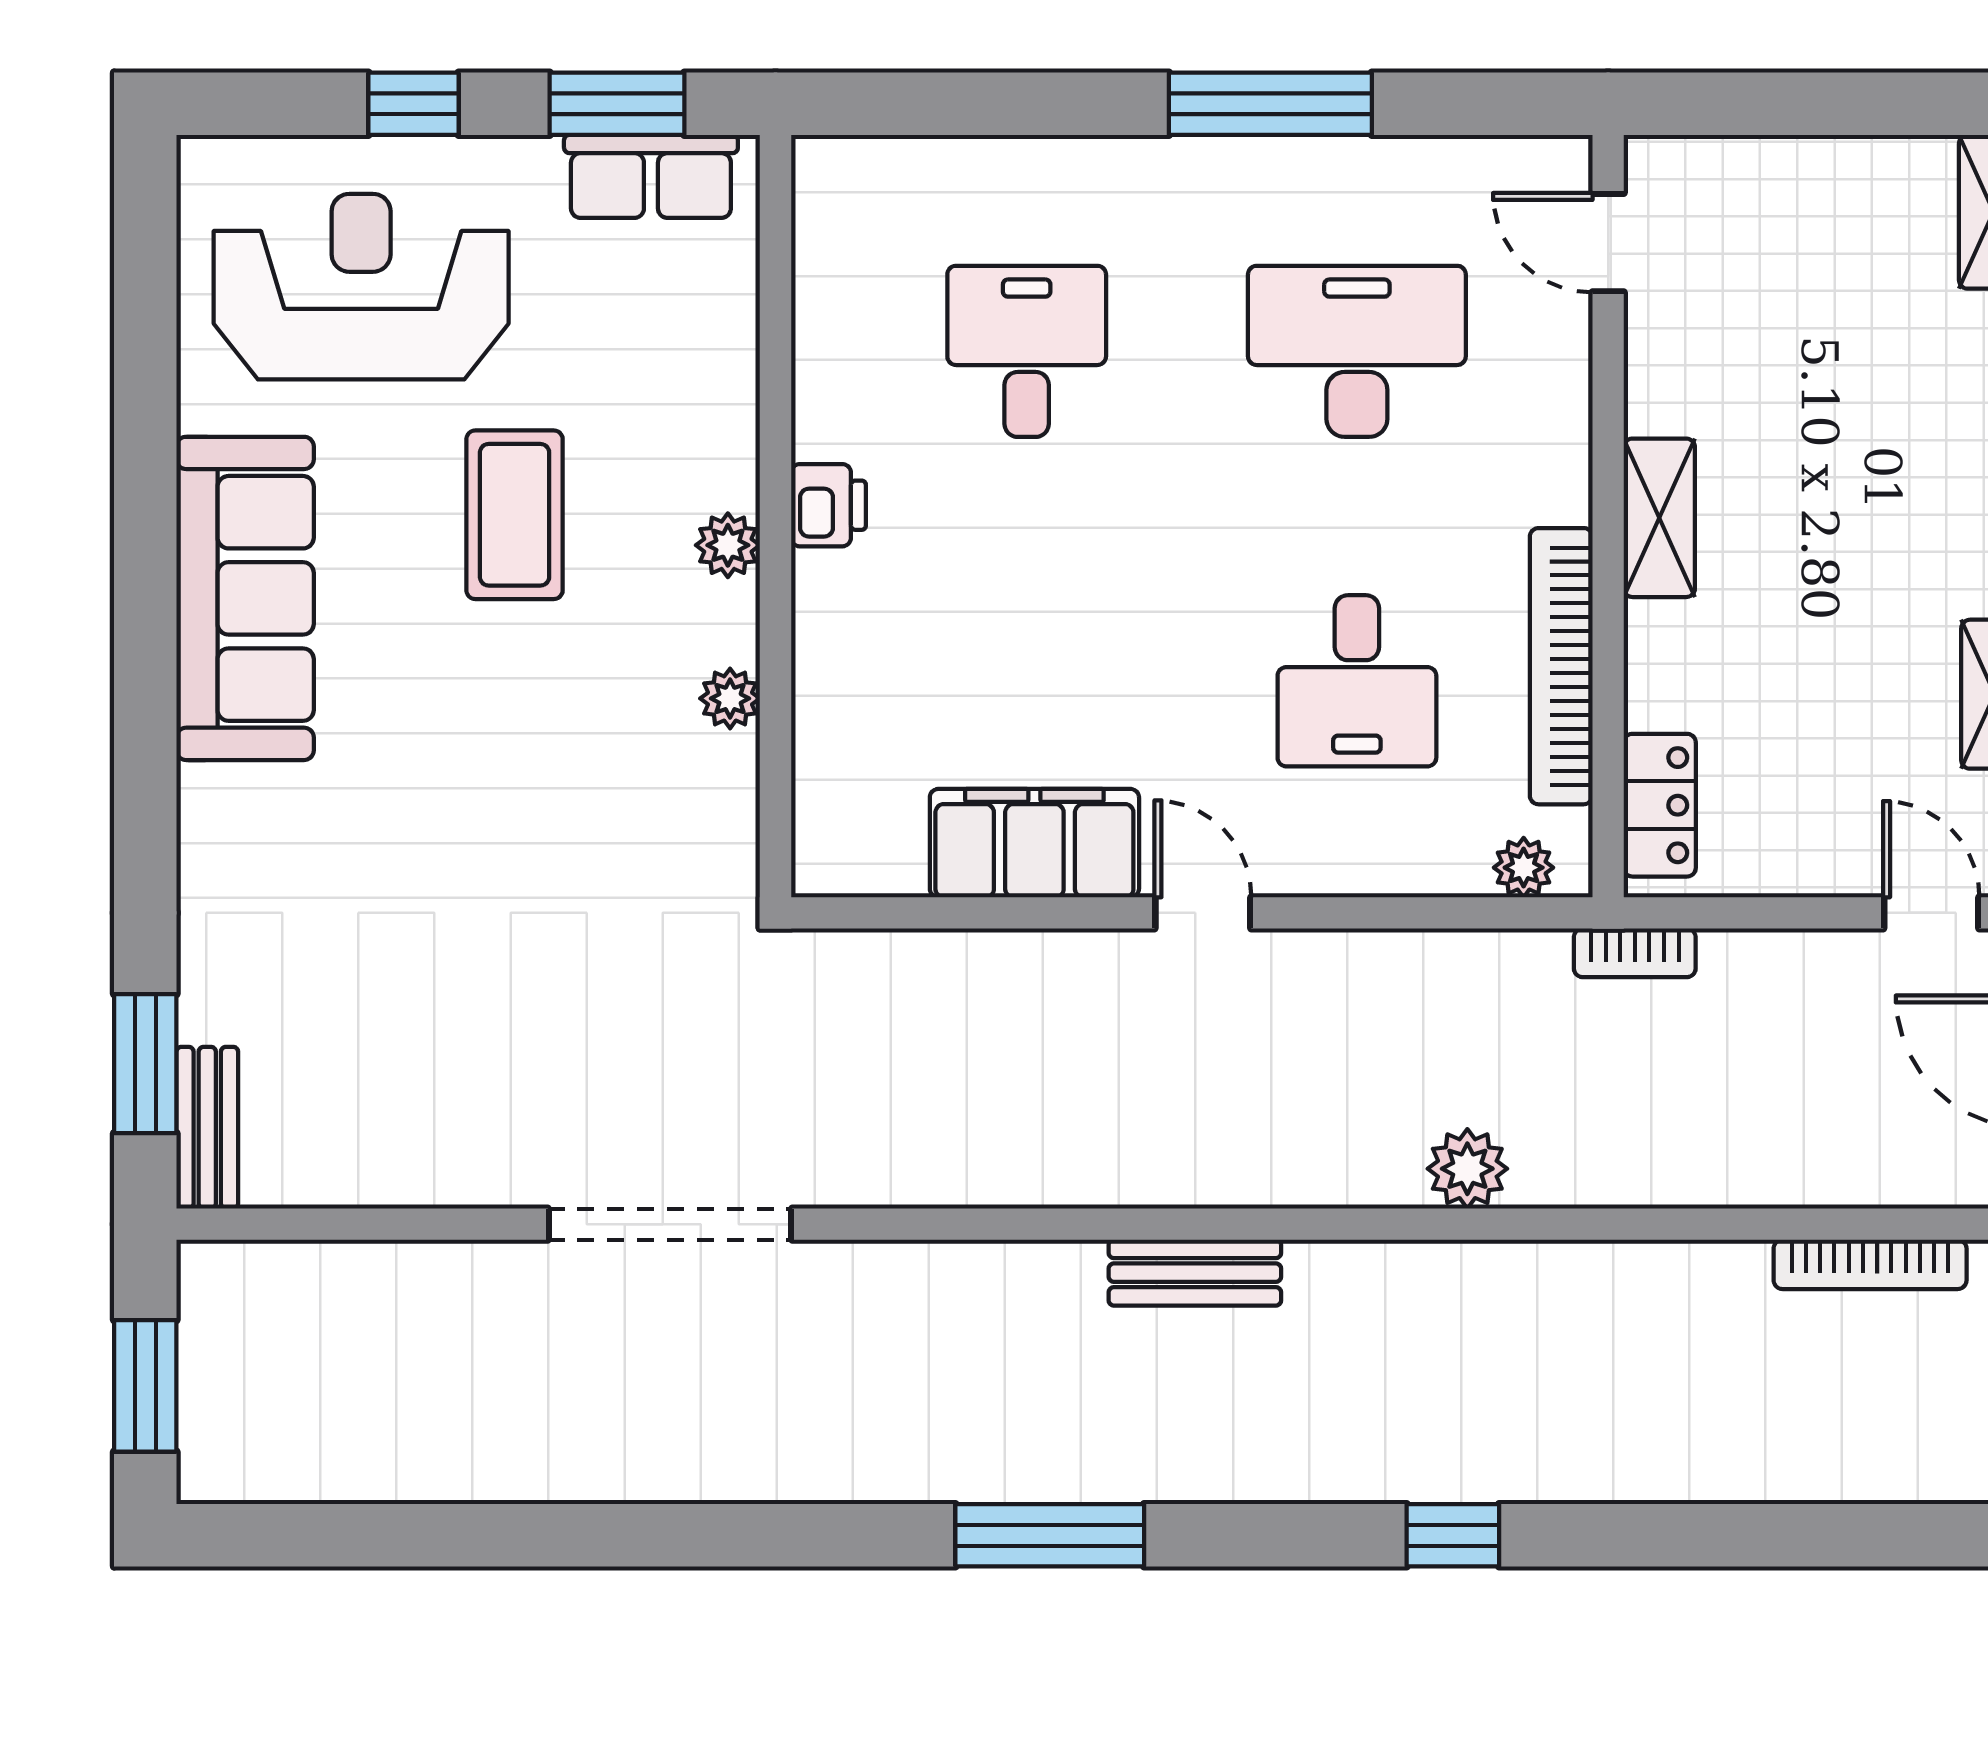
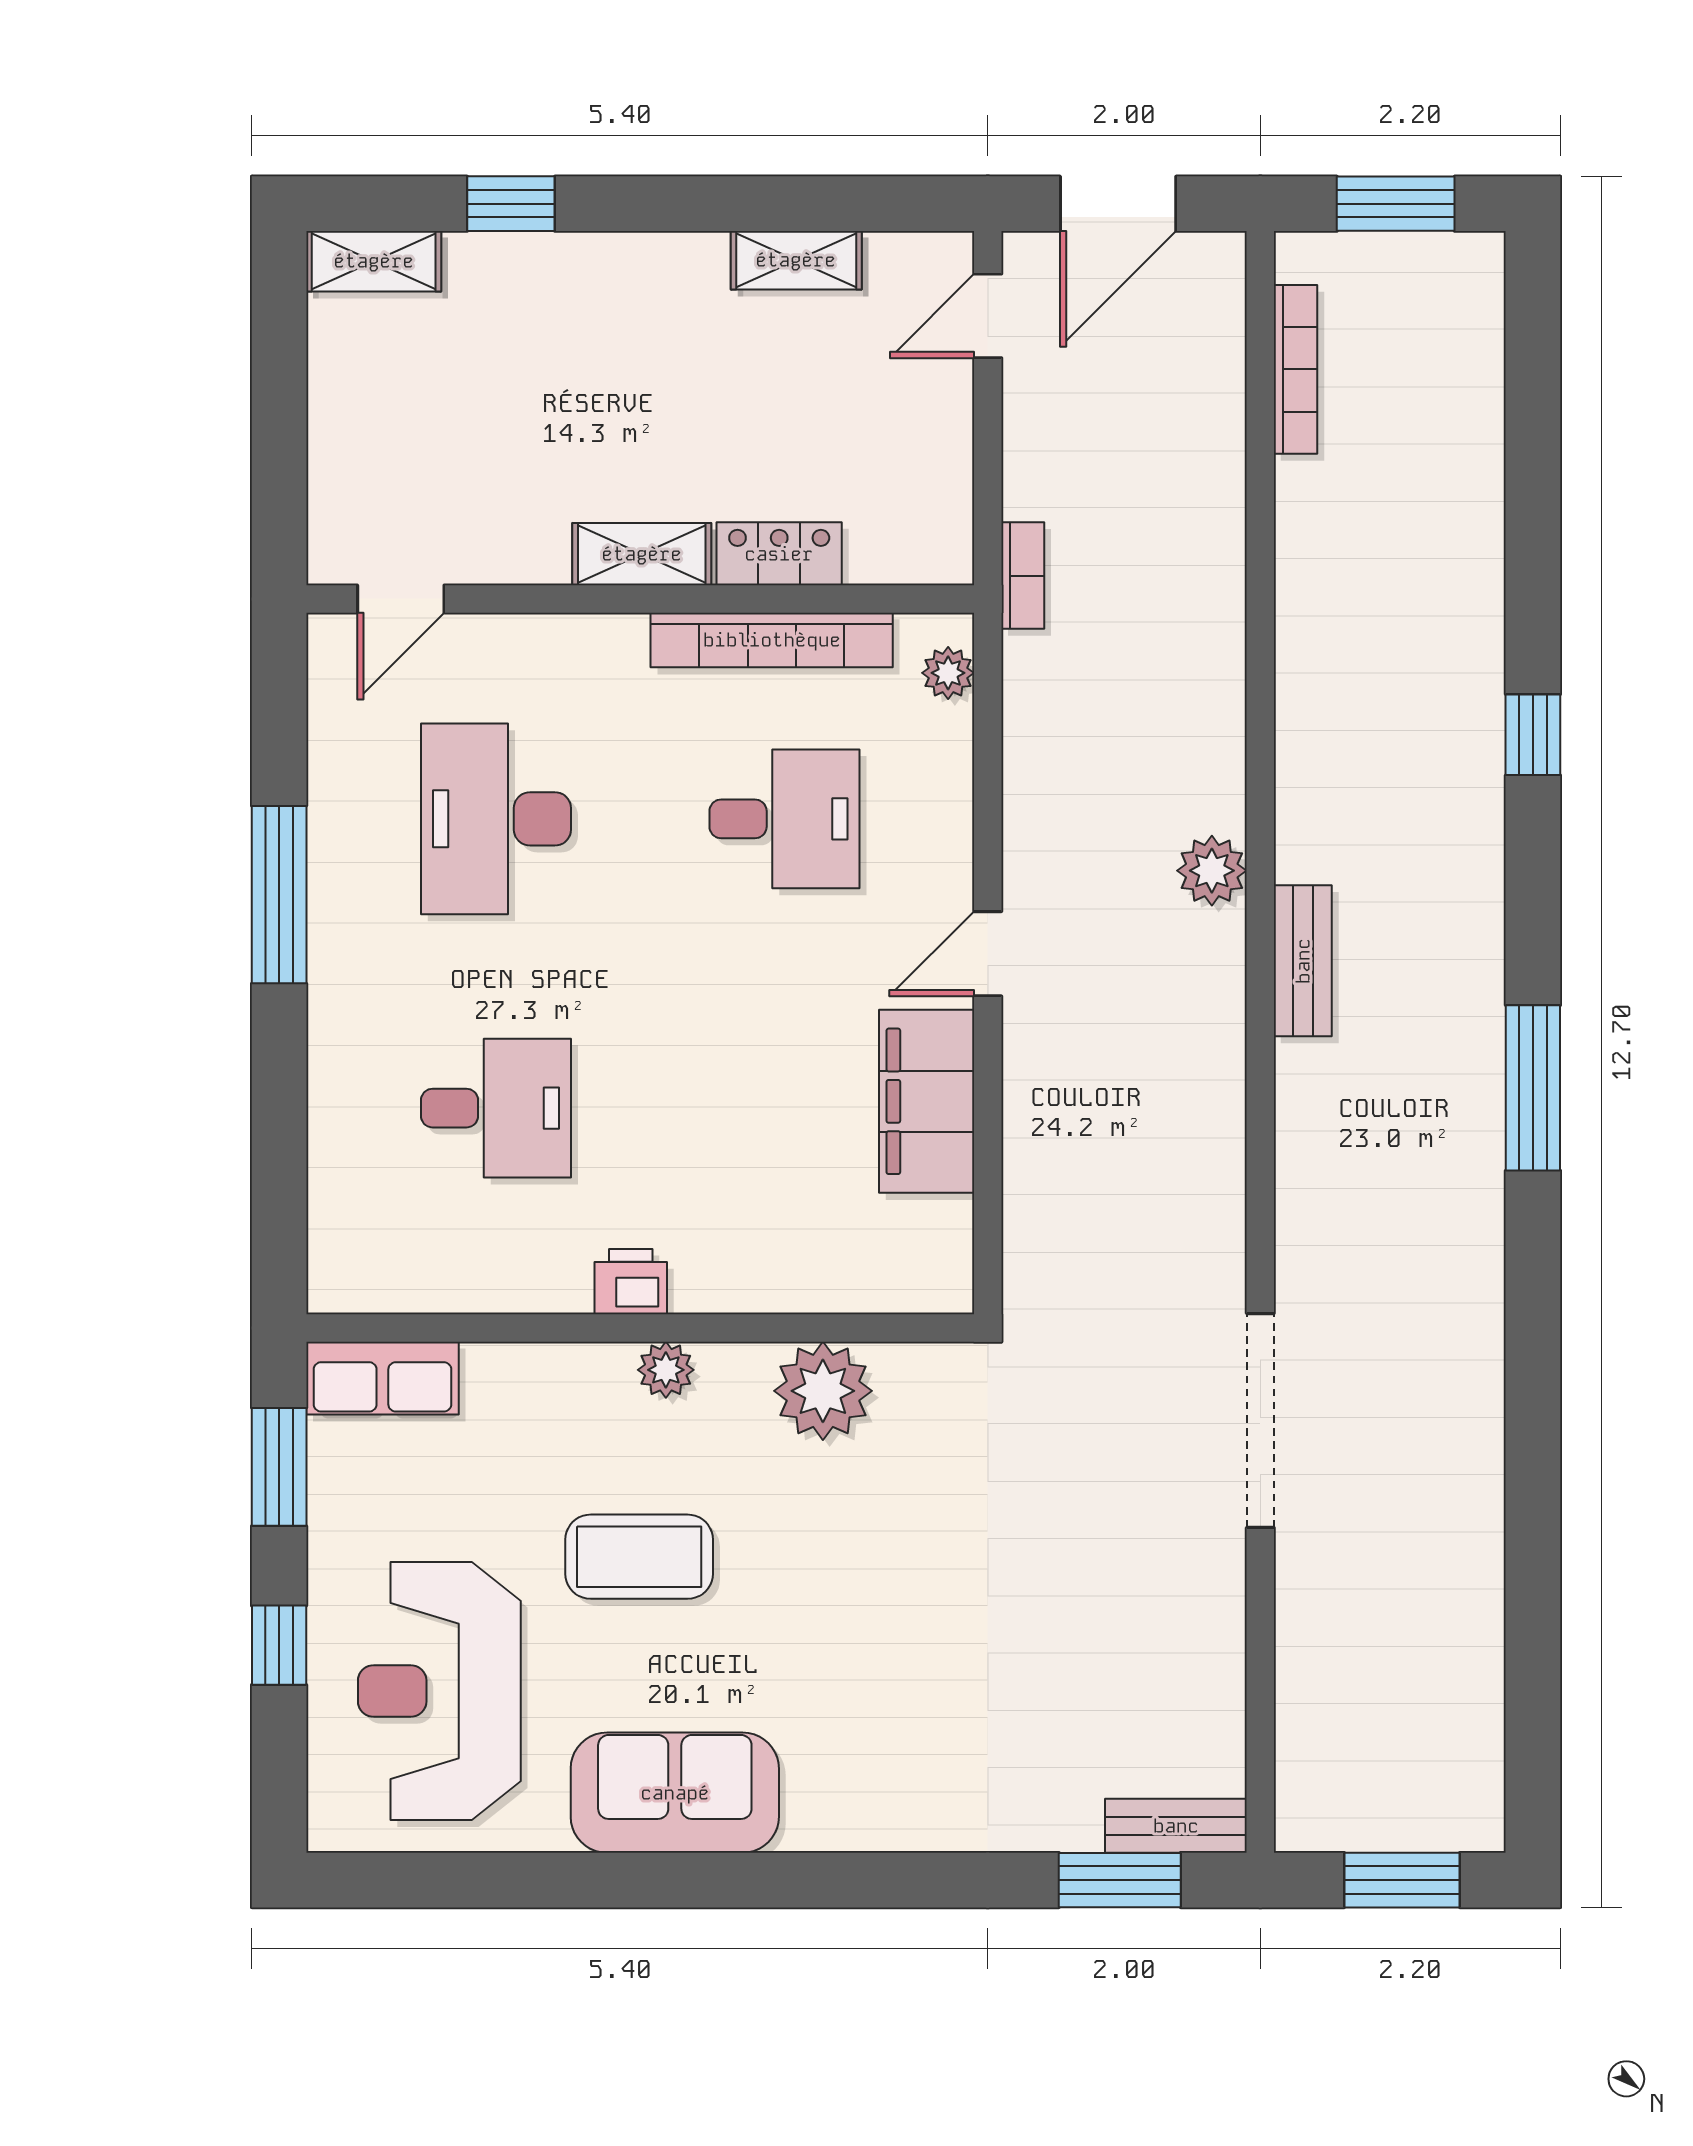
row of seats: (651, 176) -> (382, 1378), moved, turned 90
desk: (1027, 351) -> (496, 1108), turned 180
sofa: (245, 598) -> (675, 1793), width x0.73
plant: (730, 698) -> (823, 1391), width x1.88, depth x1.88
locker: (1660, 805) -> (779, 554), moved
plant: (1467, 1169) -> (1212, 871), moved

